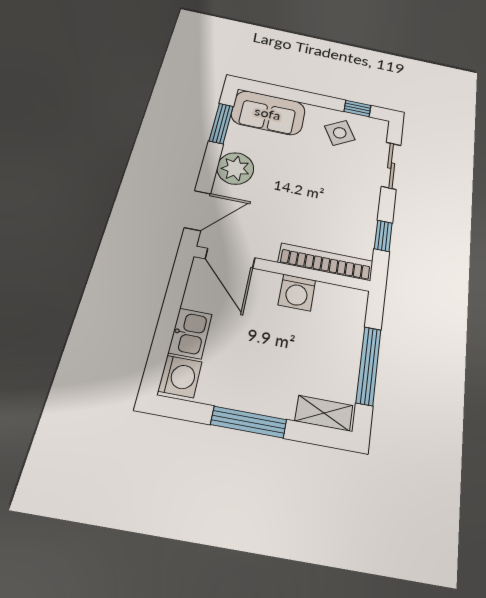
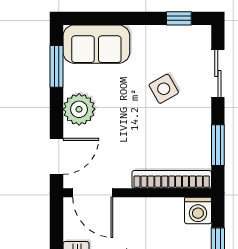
side table: (340, 133) -> (164, 89), moved
window: (383, 236) -> (218, 145), width x1.50
washing machine: (297, 293) -> (198, 210), moved

